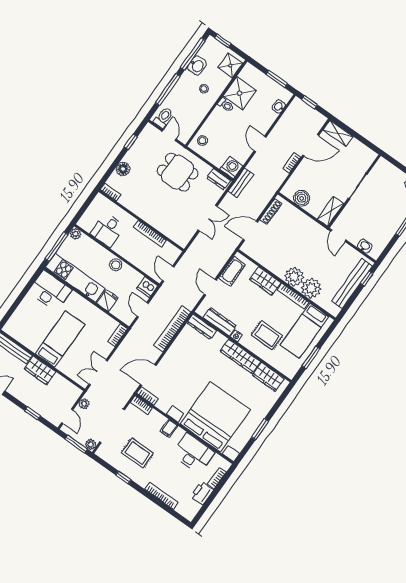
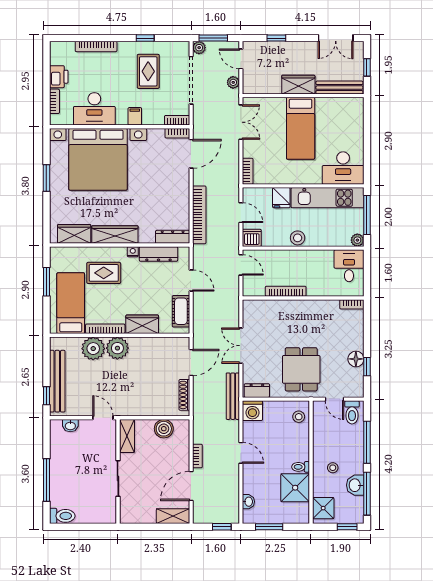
floor lamp: (123, 169) -> (356, 359), moved
dining table: (178, 172) -> (301, 369), turned 90
bench: (241, 183) -> (233, 396), width x1.36
desk: (108, 230) -> (349, 266), moved
rug: (137, 453) -> (148, 71), turned 90

